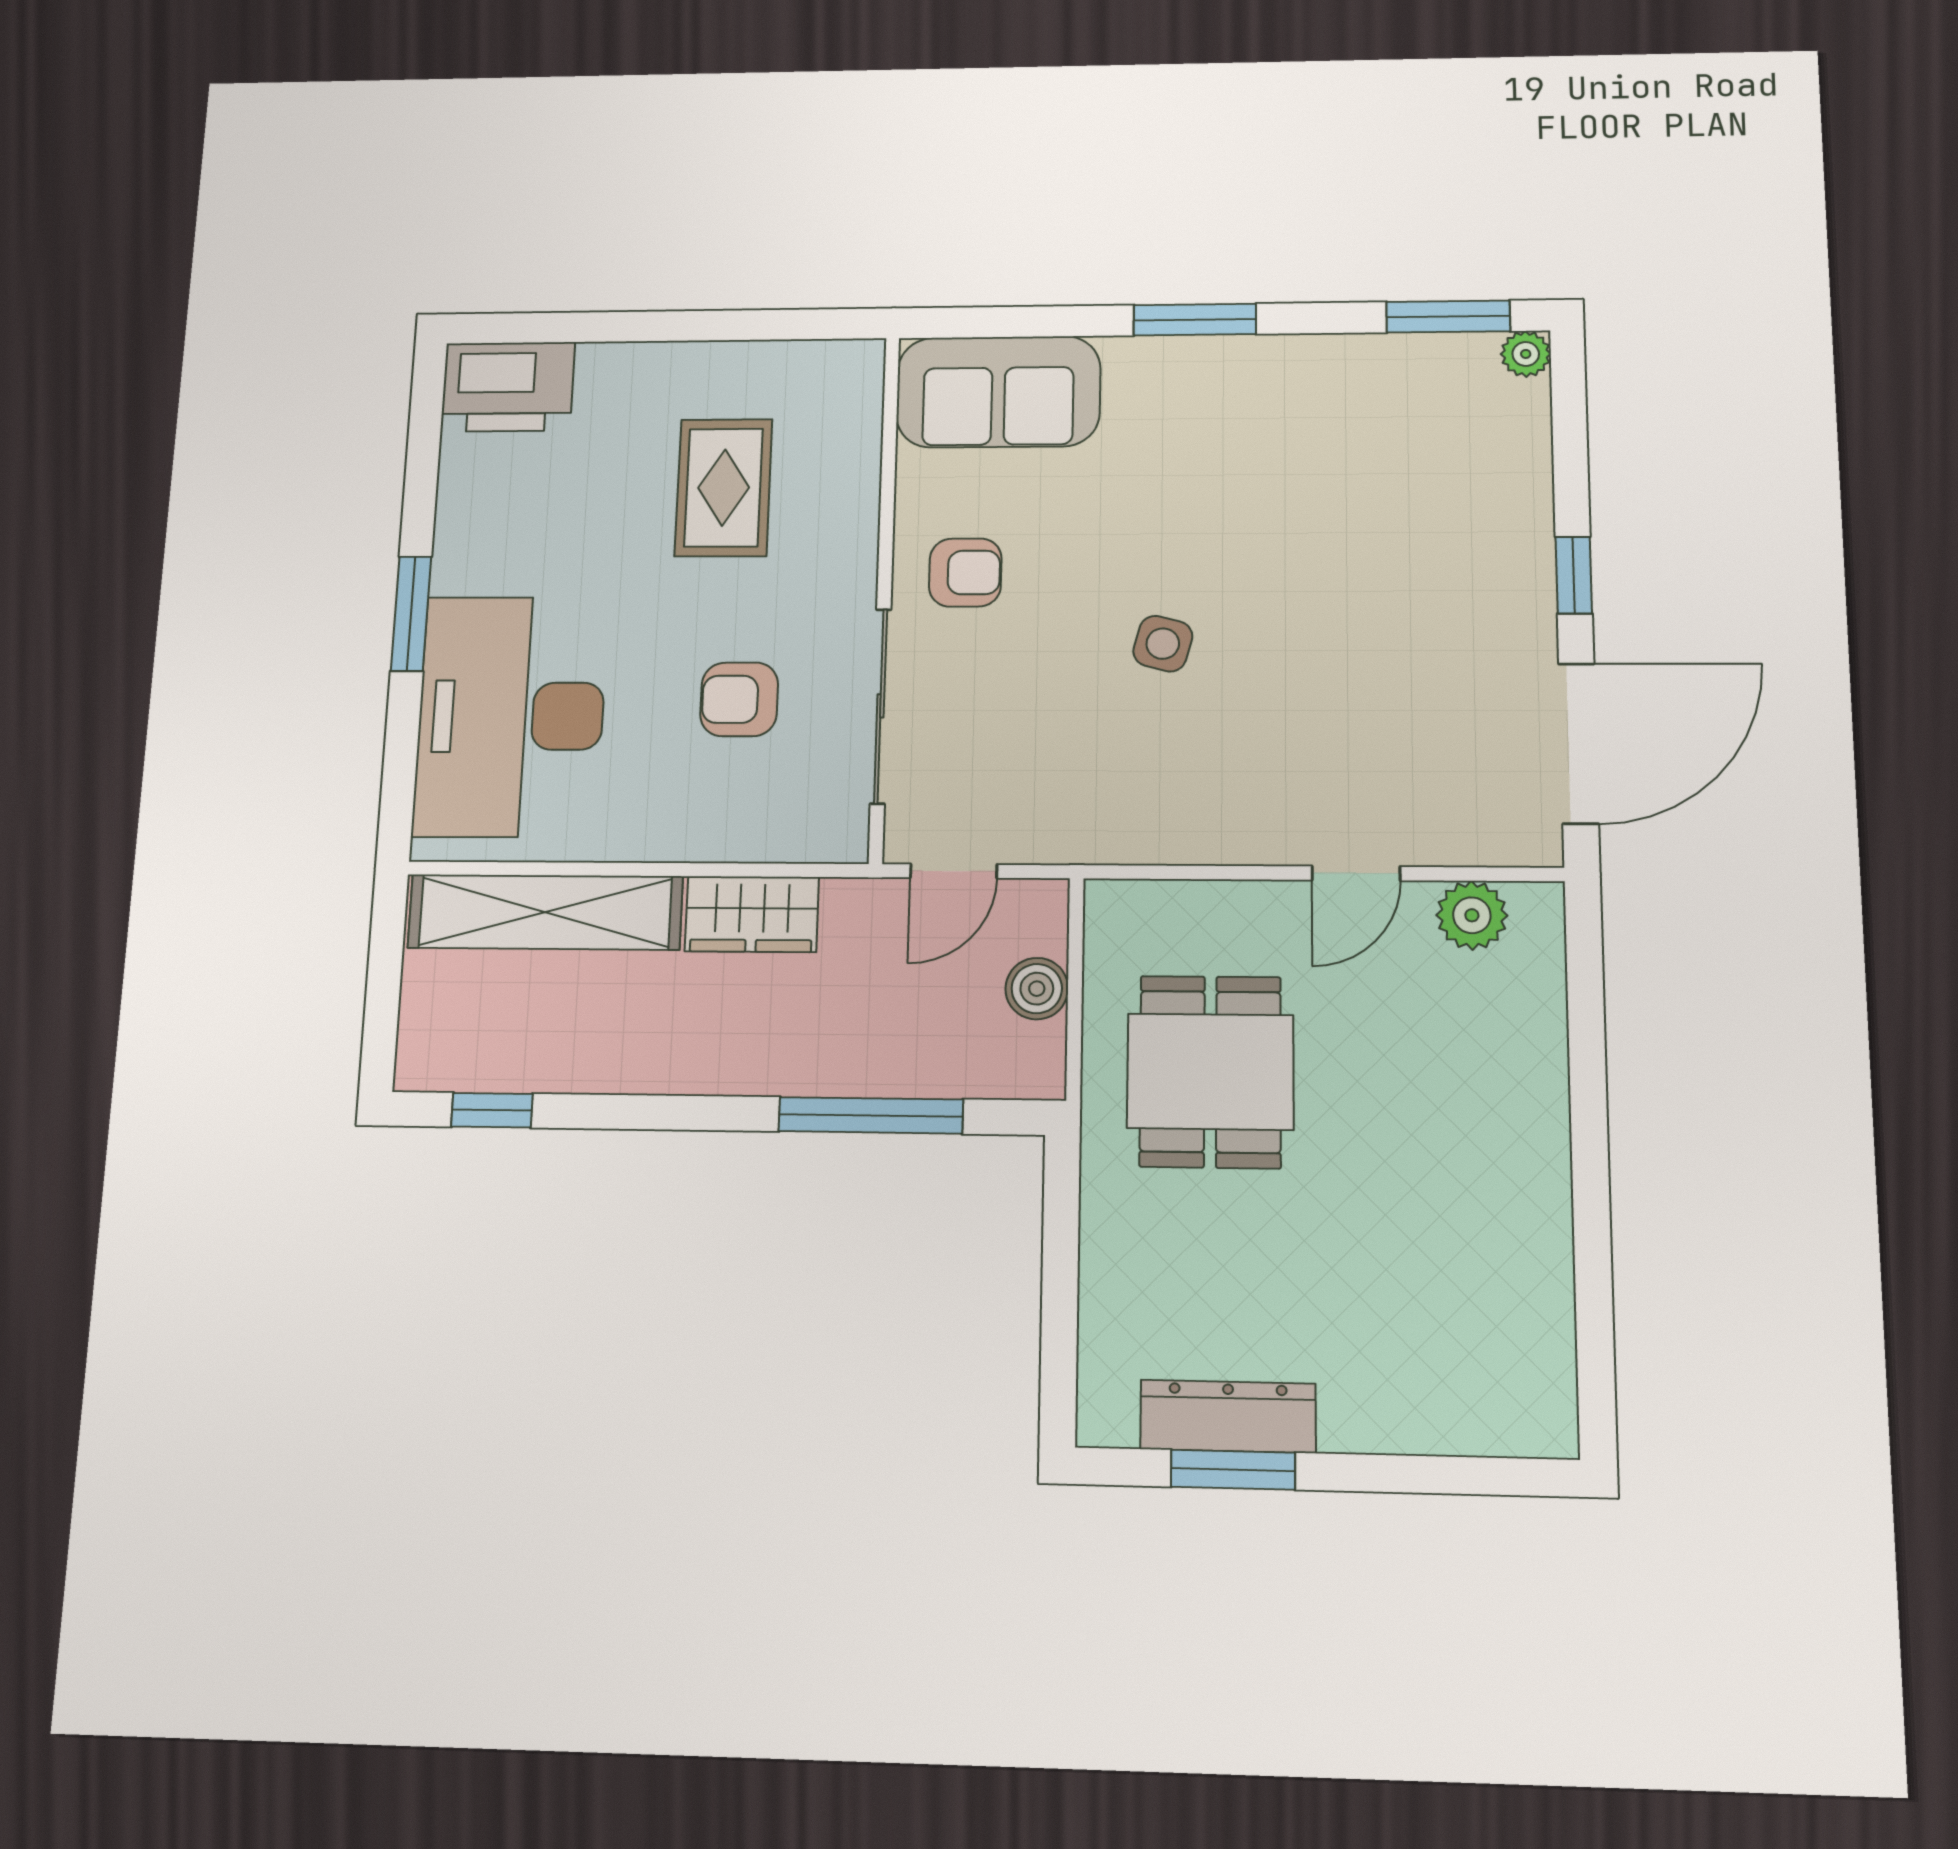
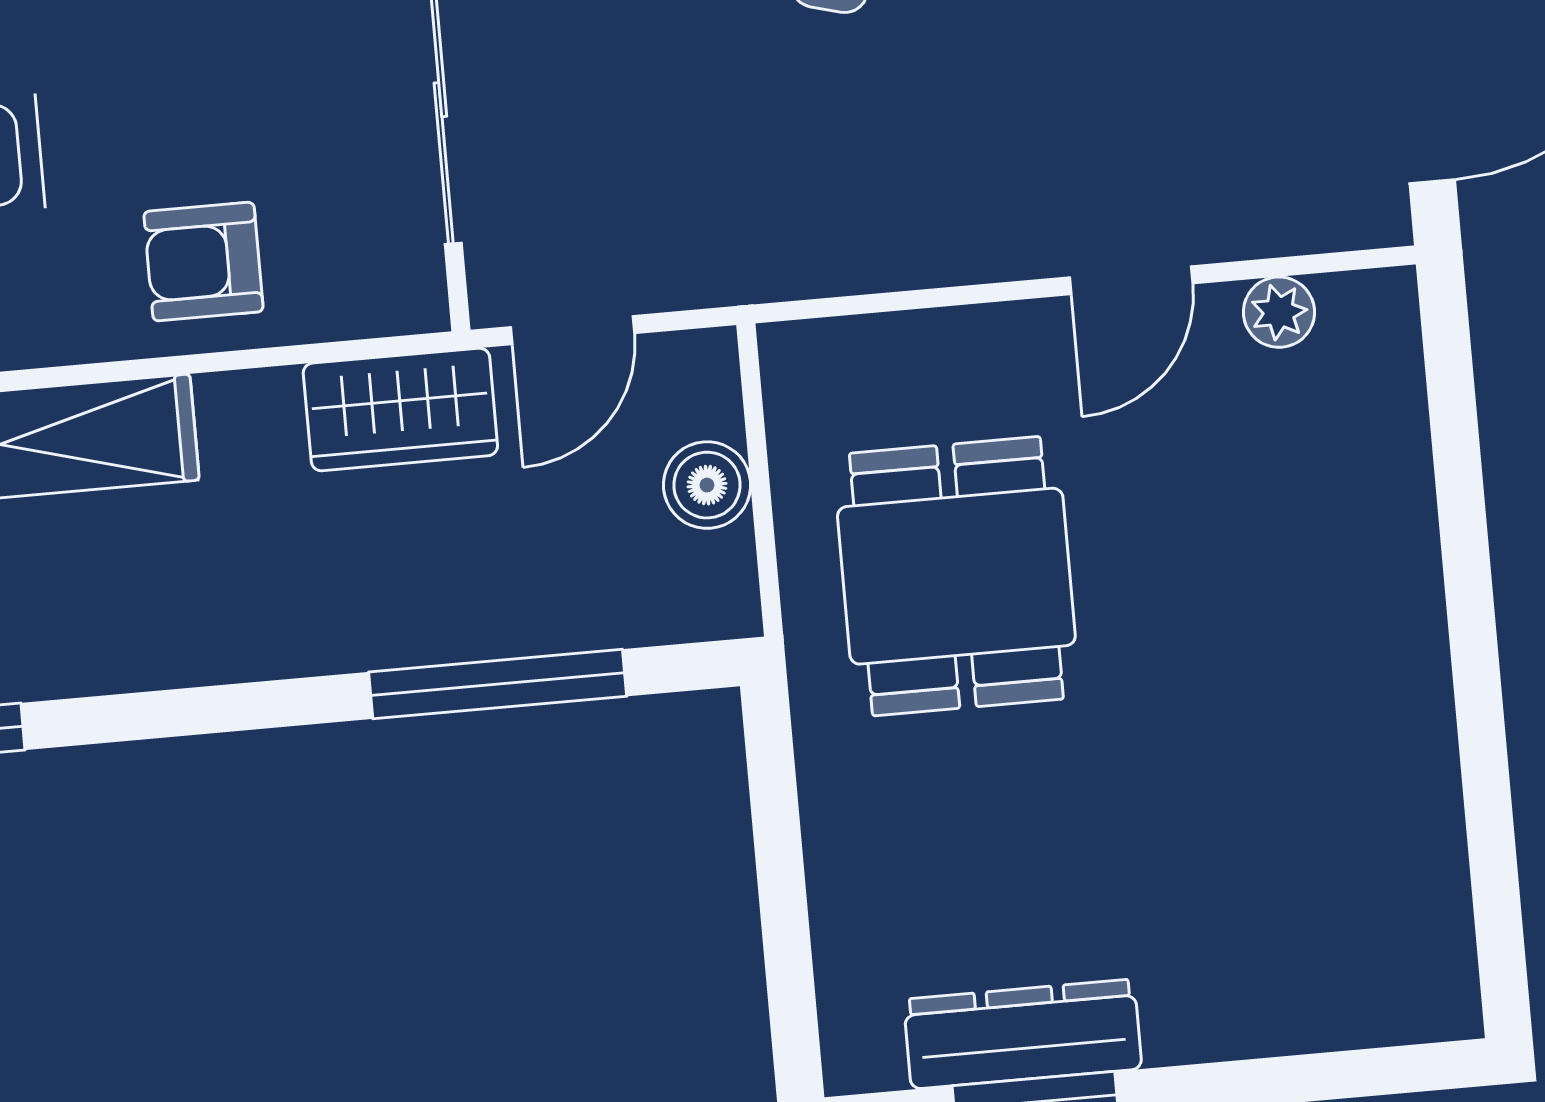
armchair: (739, 699) -> (203, 262), moved
wardrobe: (752, 914) -> (400, 409), moved
plant: (1472, 915) -> (1279, 312), width x0.73, depth x0.73

